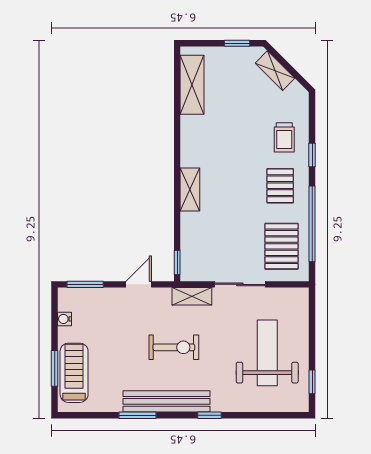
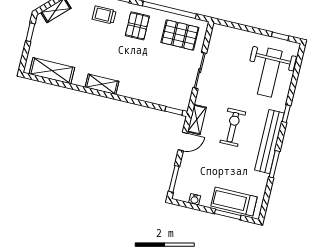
trolley: (284, 137) -> (104, 15), turned 180
pallet: (280, 186) -> (137, 26), turned 90
shelving: (190, 189) -> (102, 84), moved
door: (139, 284) -> (183, 142), swing flipped
shelving: (192, 296) -> (197, 120), moved
weight bench: (267, 353) -> (270, 73), moved, turned -90

